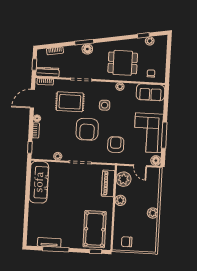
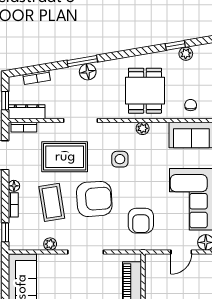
dining table: (123, 63) -> (145, 91), turned 90
armchair: (87, 129) -> (94, 199), turned -94
coffee table: (60, 130) -> (52, 202), added
armchair: (116, 145) -> (141, 221), turned 180
door: (140, 166) -> (181, 252), hinge flipped
plant: (124, 179) -> (156, 275), removed

